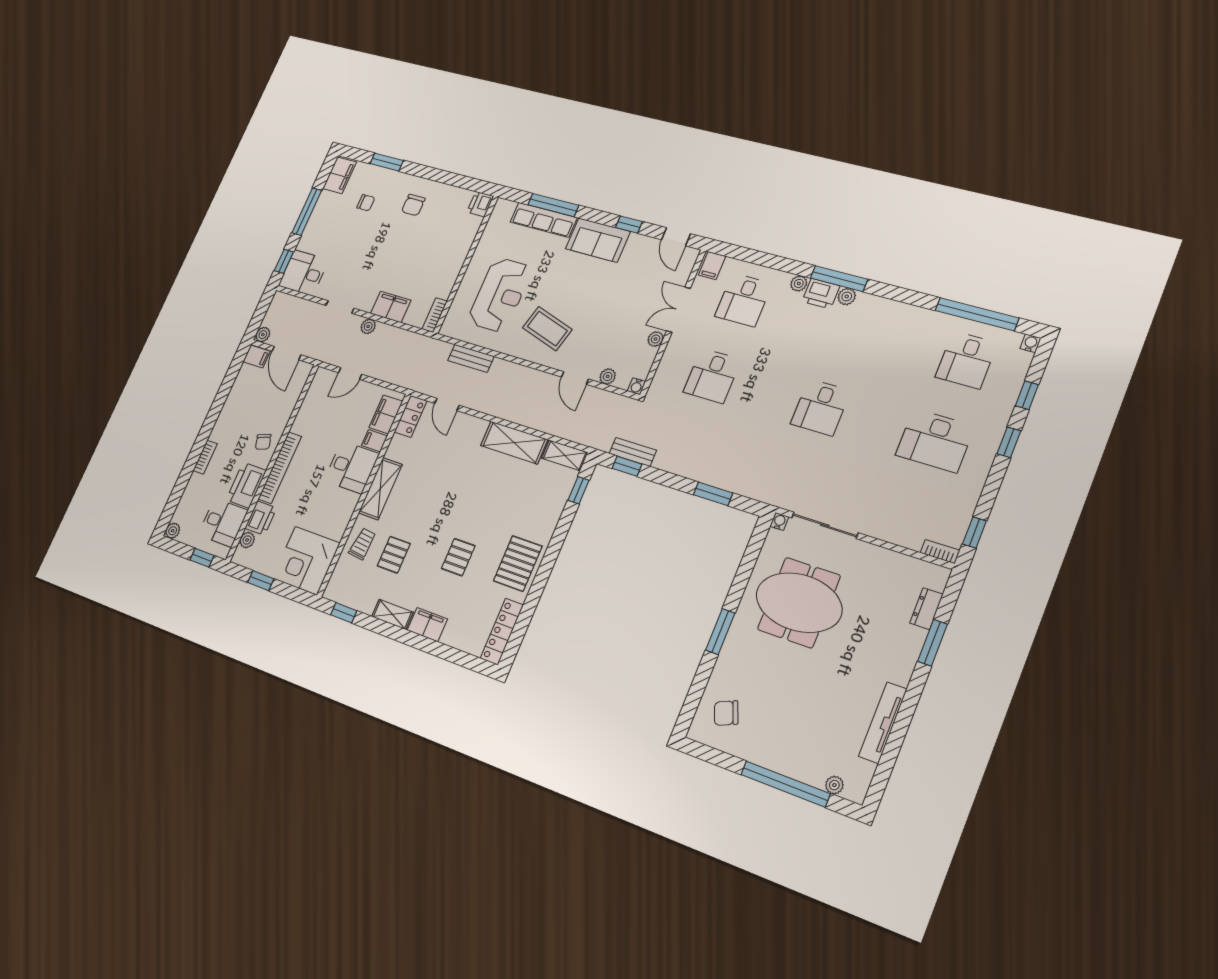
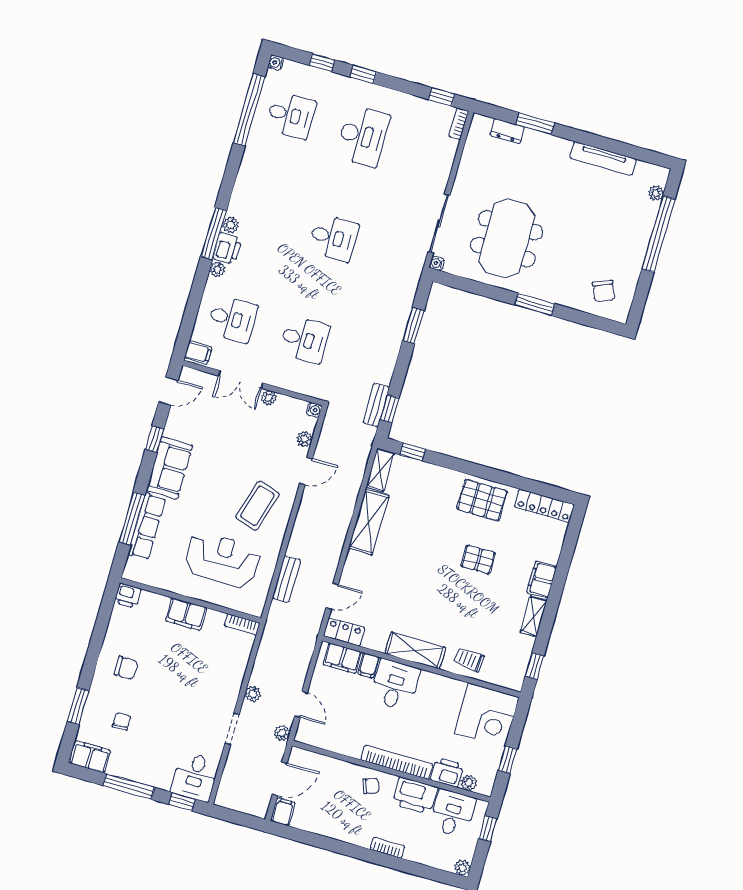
filing cabinet: (391, 307) -> (186, 614), moved, turned -90
plant: (263, 335) -> (282, 733), moved
pallet: (394, 555) -> (478, 625), removed

